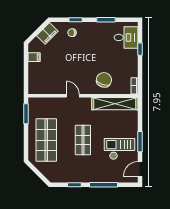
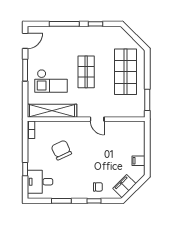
chair: (104, 80) -> (61, 150), moved, turned 137
checkout: (120, 149) -> (51, 81), moved

